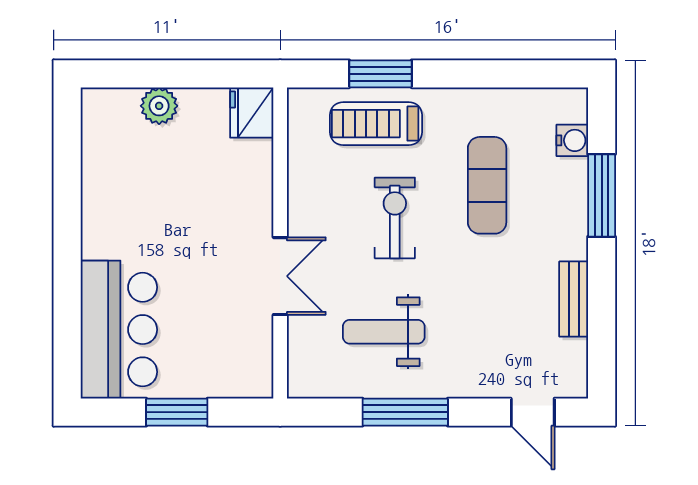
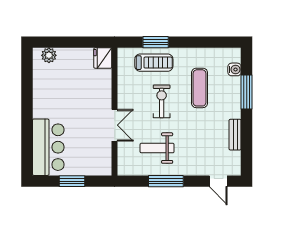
plant: (159, 106) -> (49, 55), moved
treadmill: (376, 124) -> (154, 63), turned 180

